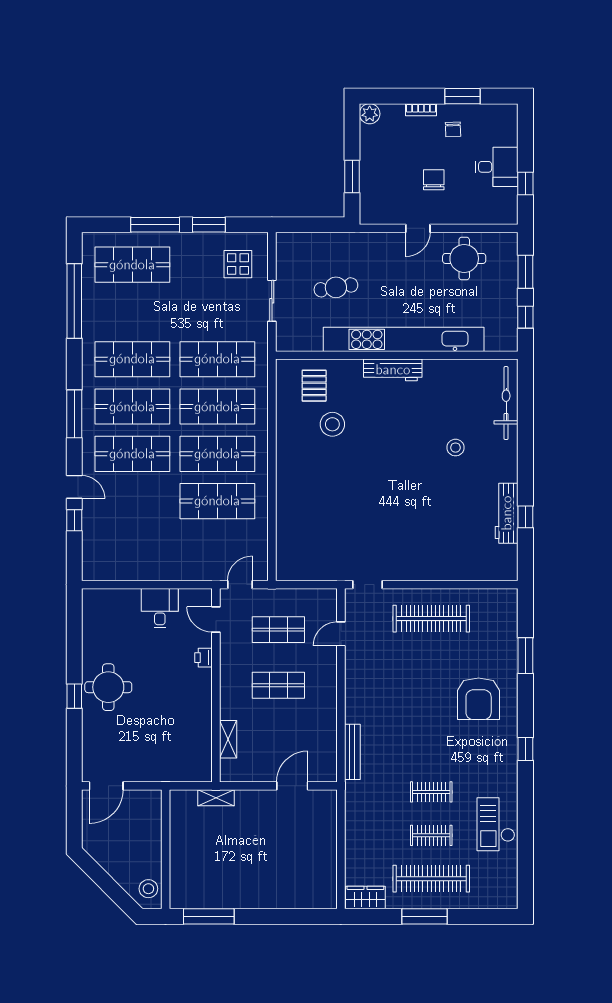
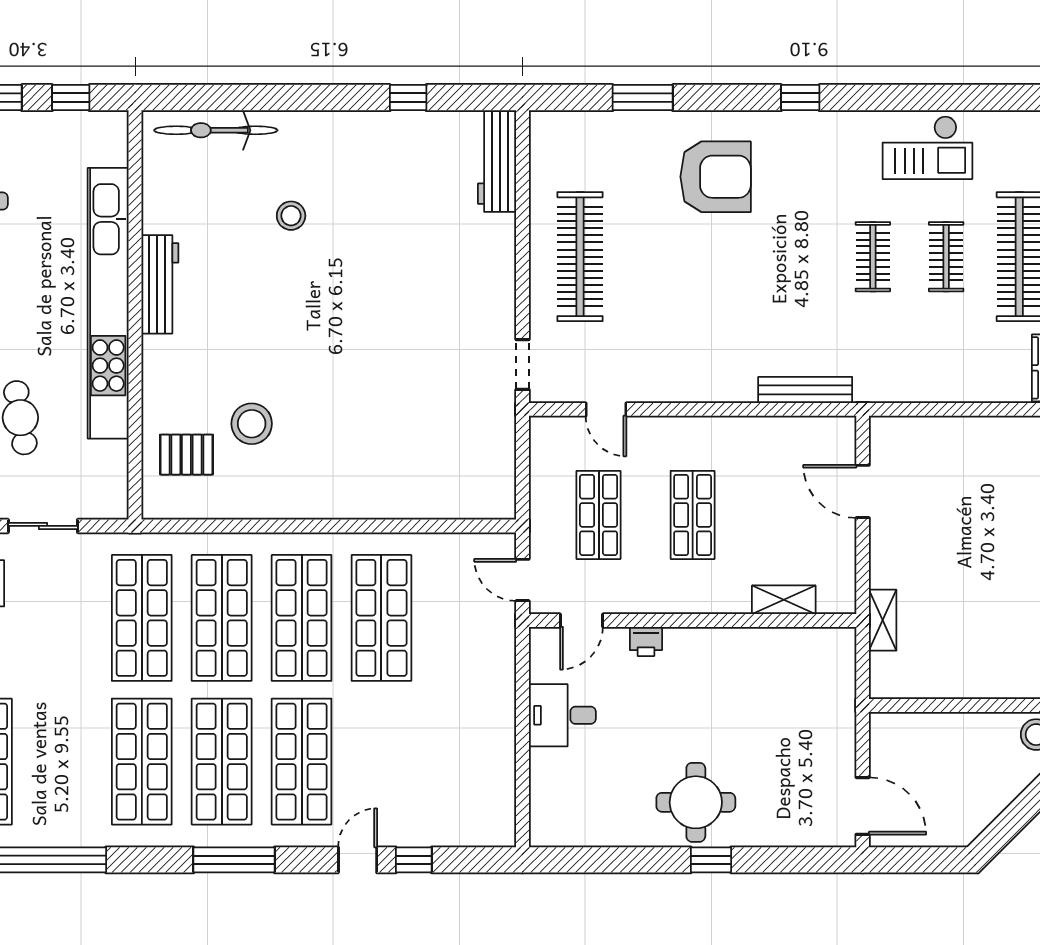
workbench: (393, 370) -> (160, 284), moved
workbench: (507, 513) -> (497, 161), moved, turned 90

